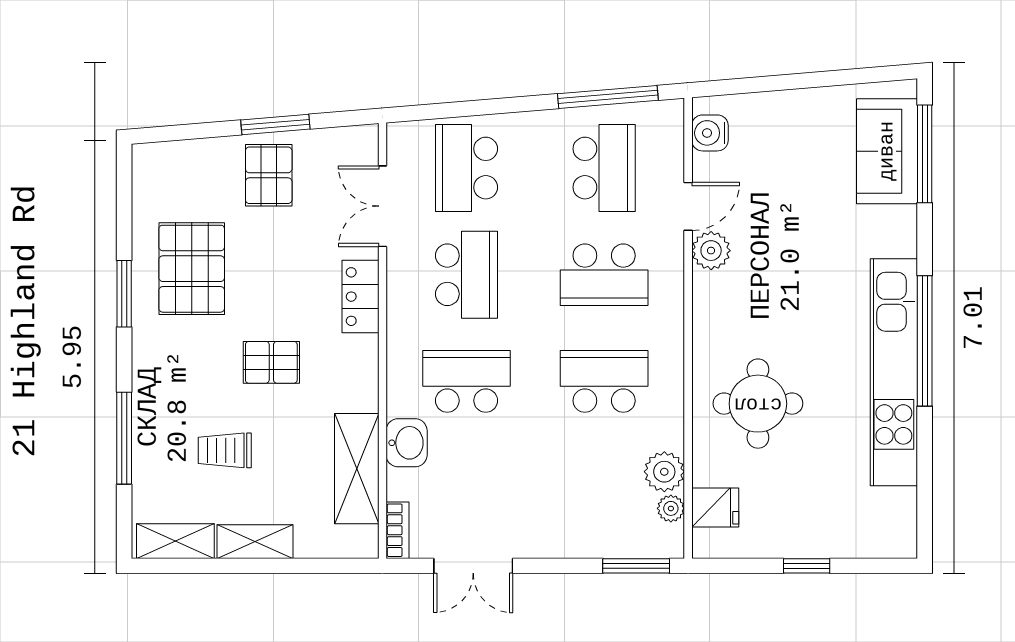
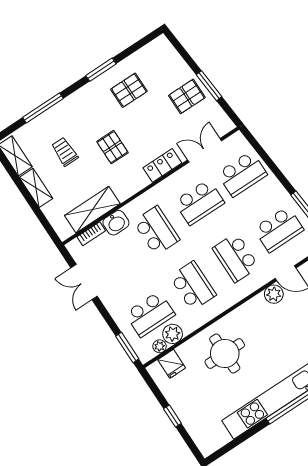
school desk: (466, 168) -> (242, 174), turned 180
pallet: (192, 269) -> (129, 90), width x0.67, depth x0.71
school desk: (604, 488) -> (150, 314), added
bookcase: (397, 530) -> (91, 234), moved

